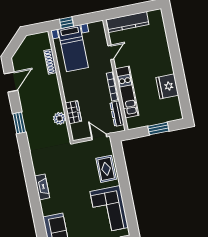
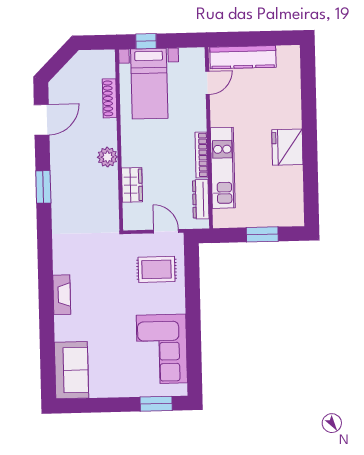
door: (111, 52) -> (207, 83), moved
fridge: (167, 86) -> (287, 147), moved
plant: (59, 118) -> (107, 157), moved
rug: (106, 169) -> (157, 269), moved, turned 90

